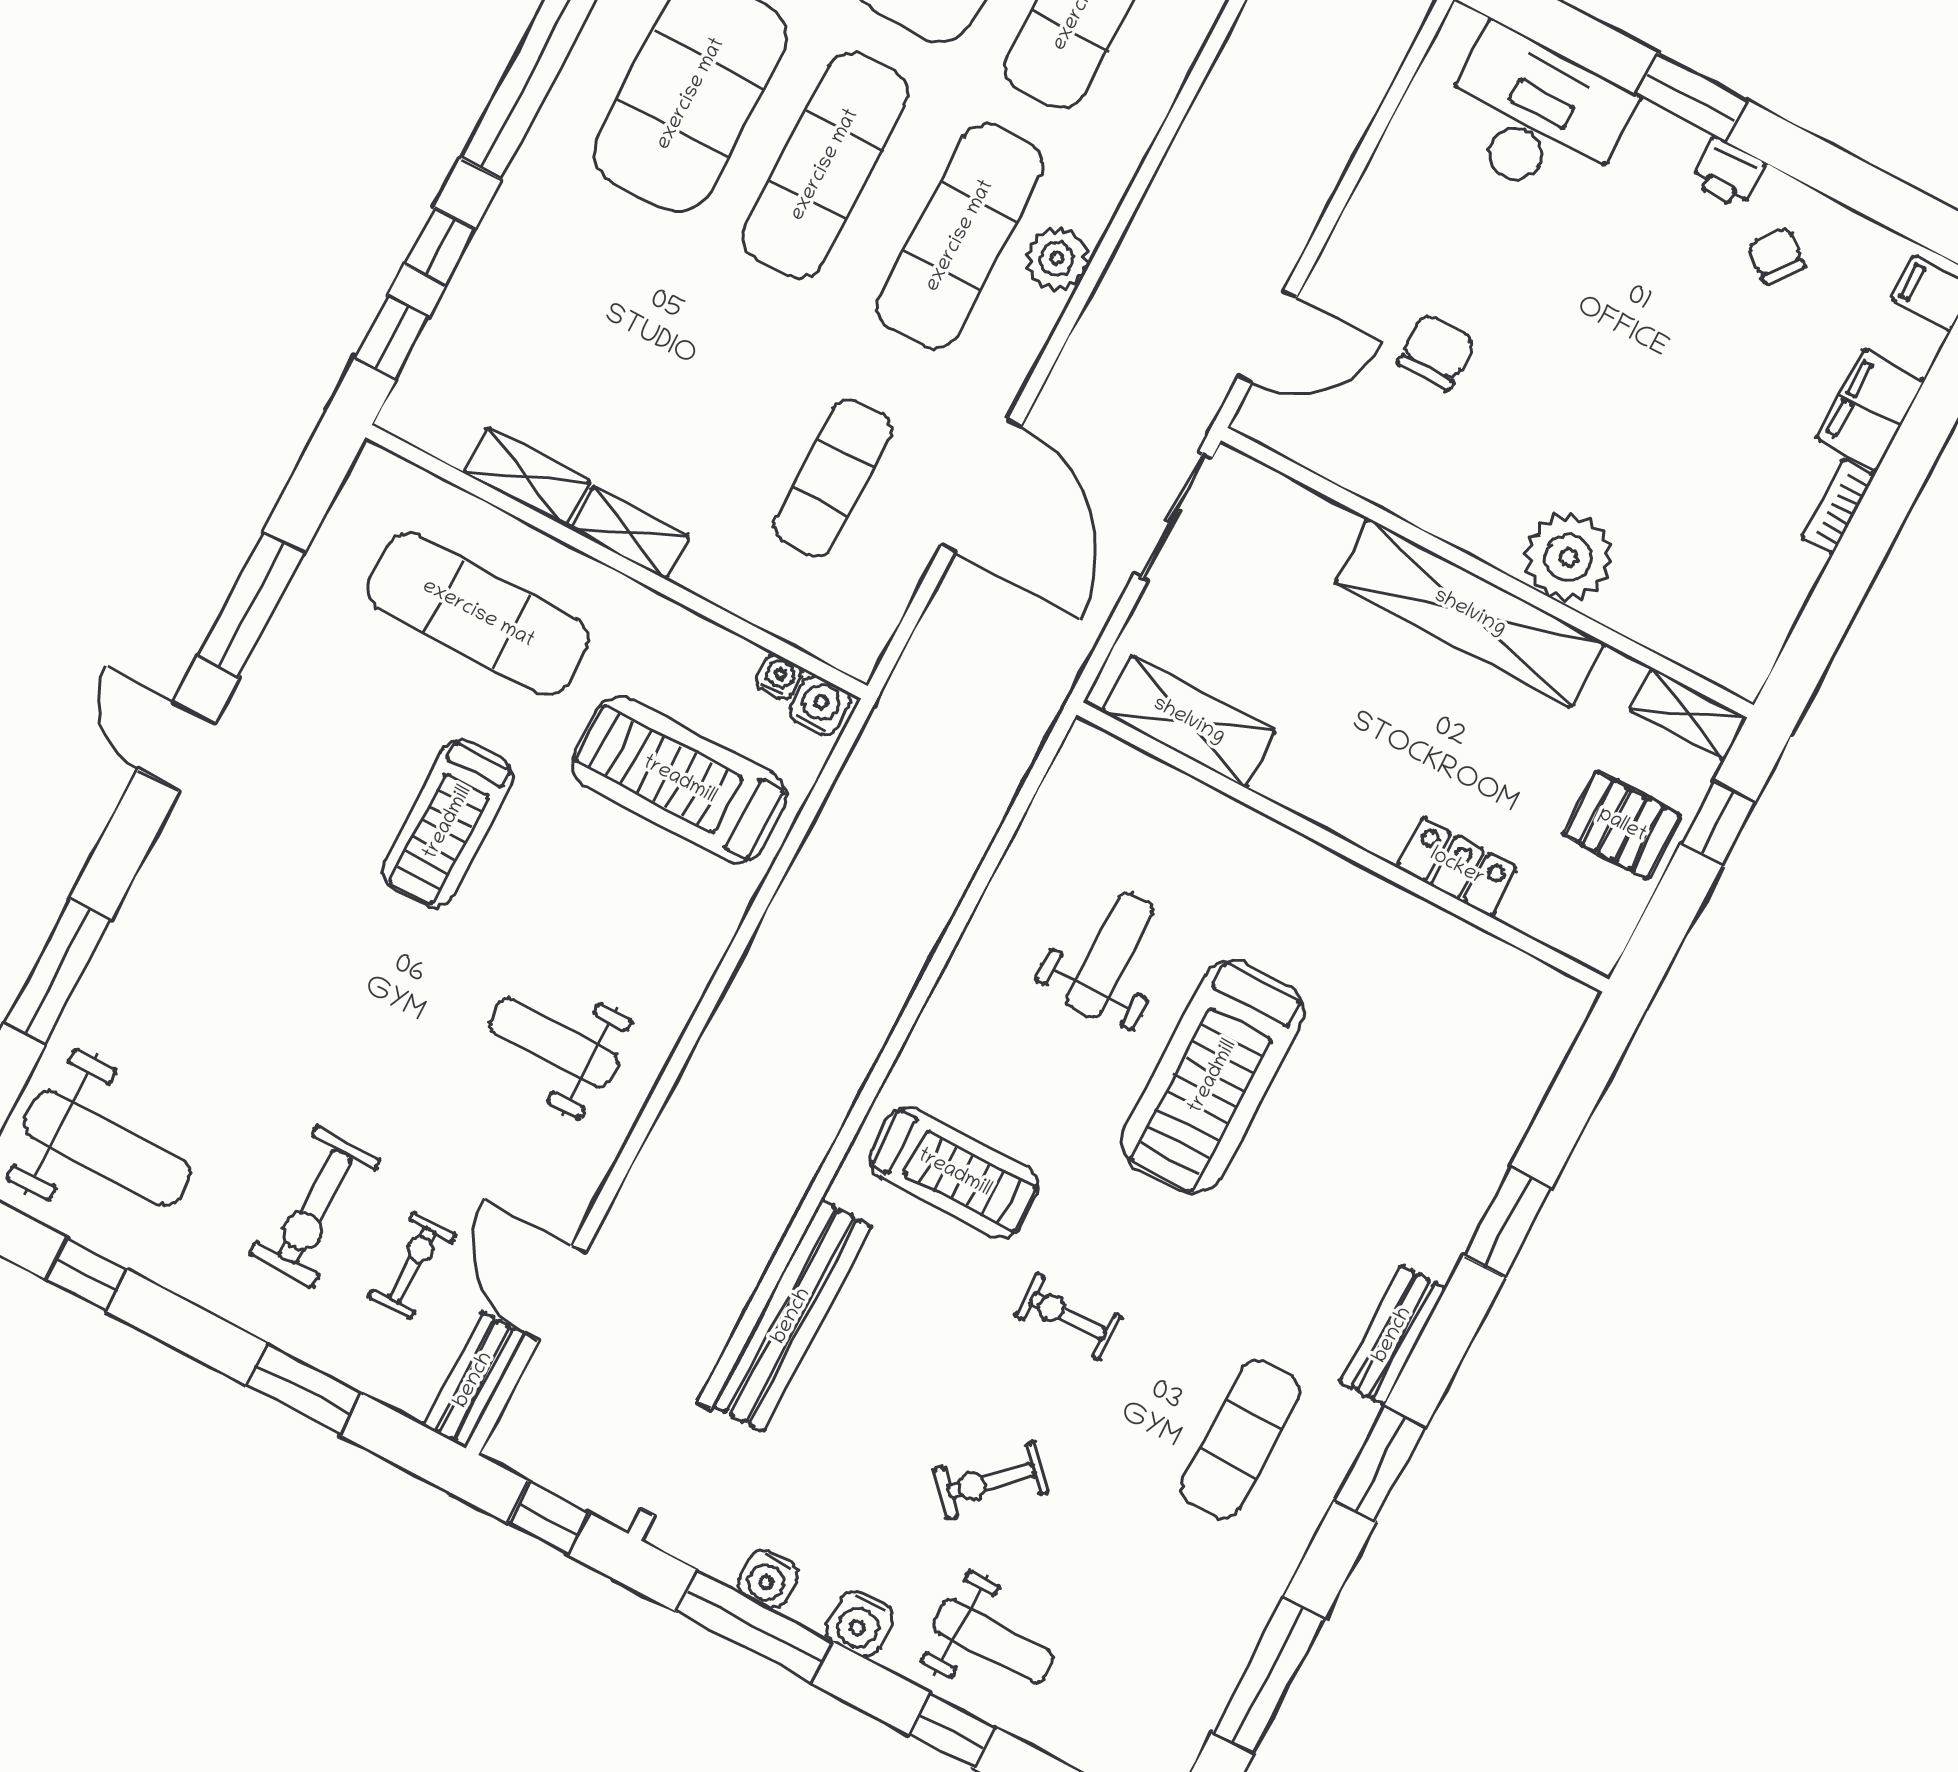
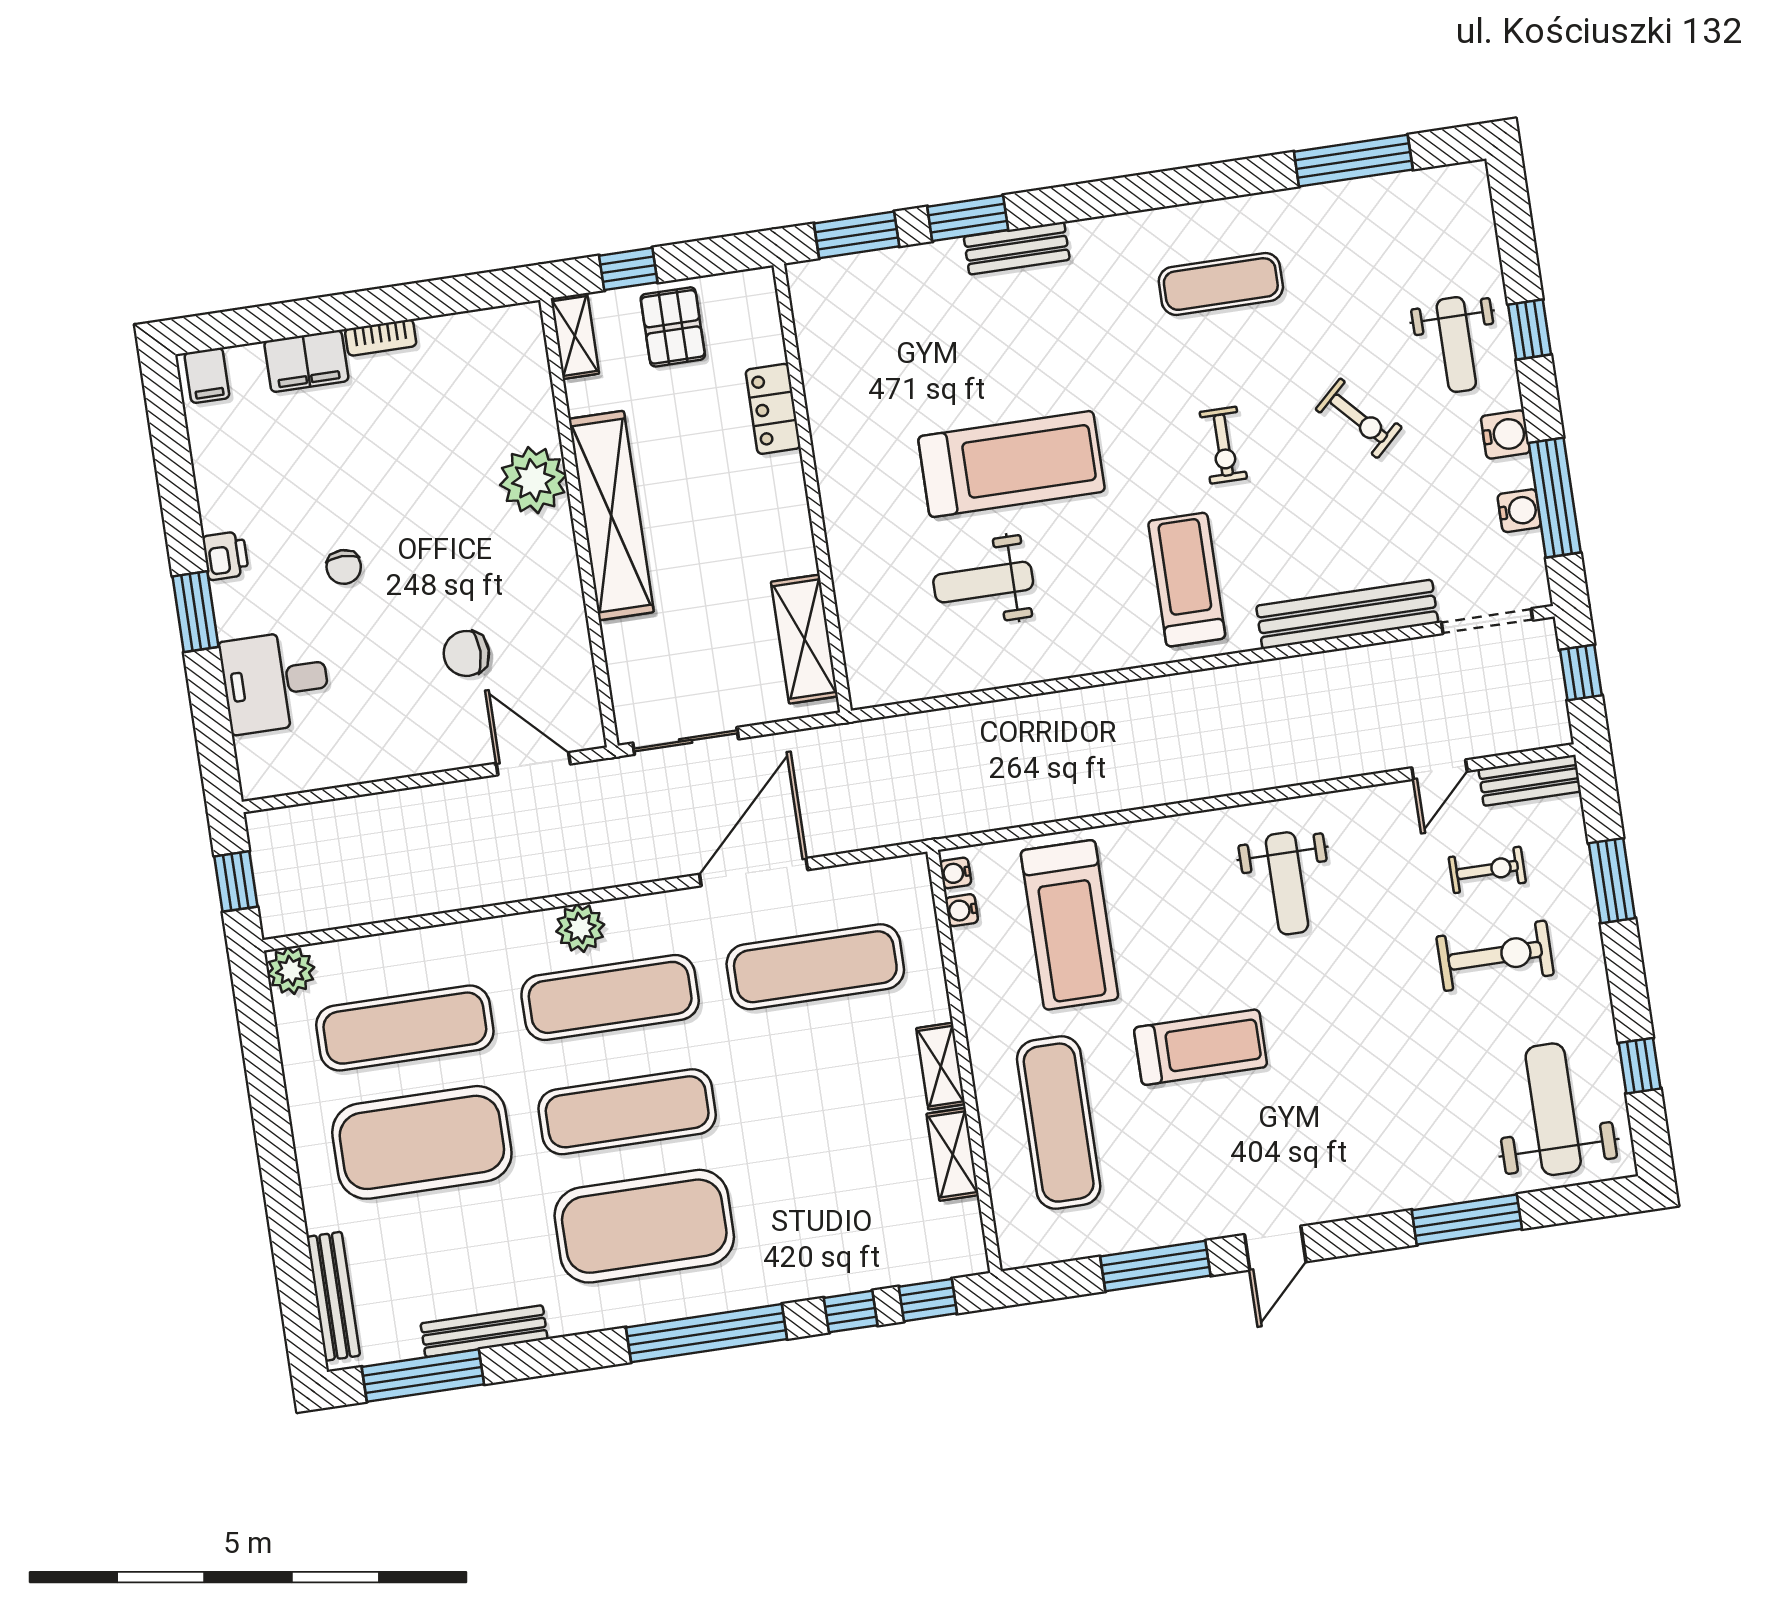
desk: (1535, 117) -> (275, 682), width x0.73
chair: (1777, 255) -> (344, 567), moved, turned -39
exercise mat: (833, 478) -> (815, 967), width x1.36, depth x1.45
water cooler: (820, 706) -> (956, 873), width x0.72, depth x0.72
exercise bike: (412, 1265) -> (1487, 870), turned 180
door: (556, 1293) -> (1440, 770), width x0.73
bench: (1393, 1335) -> (1017, 248), moved
window: (1379, 1465) -> (857, 235), moved
weight bench: (993, 1641) -> (1456, 345), turned 180

